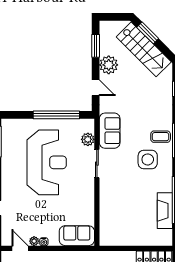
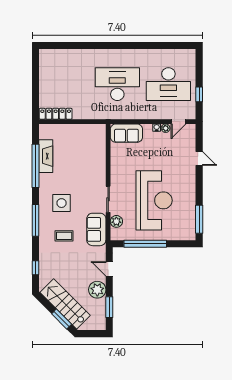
coffee table: (161, 137) -> (64, 236), moved
reception desk: (47, 162) -> (154, 200), turned 180
door: (20, 248) -> (178, 122), hinge flipped

